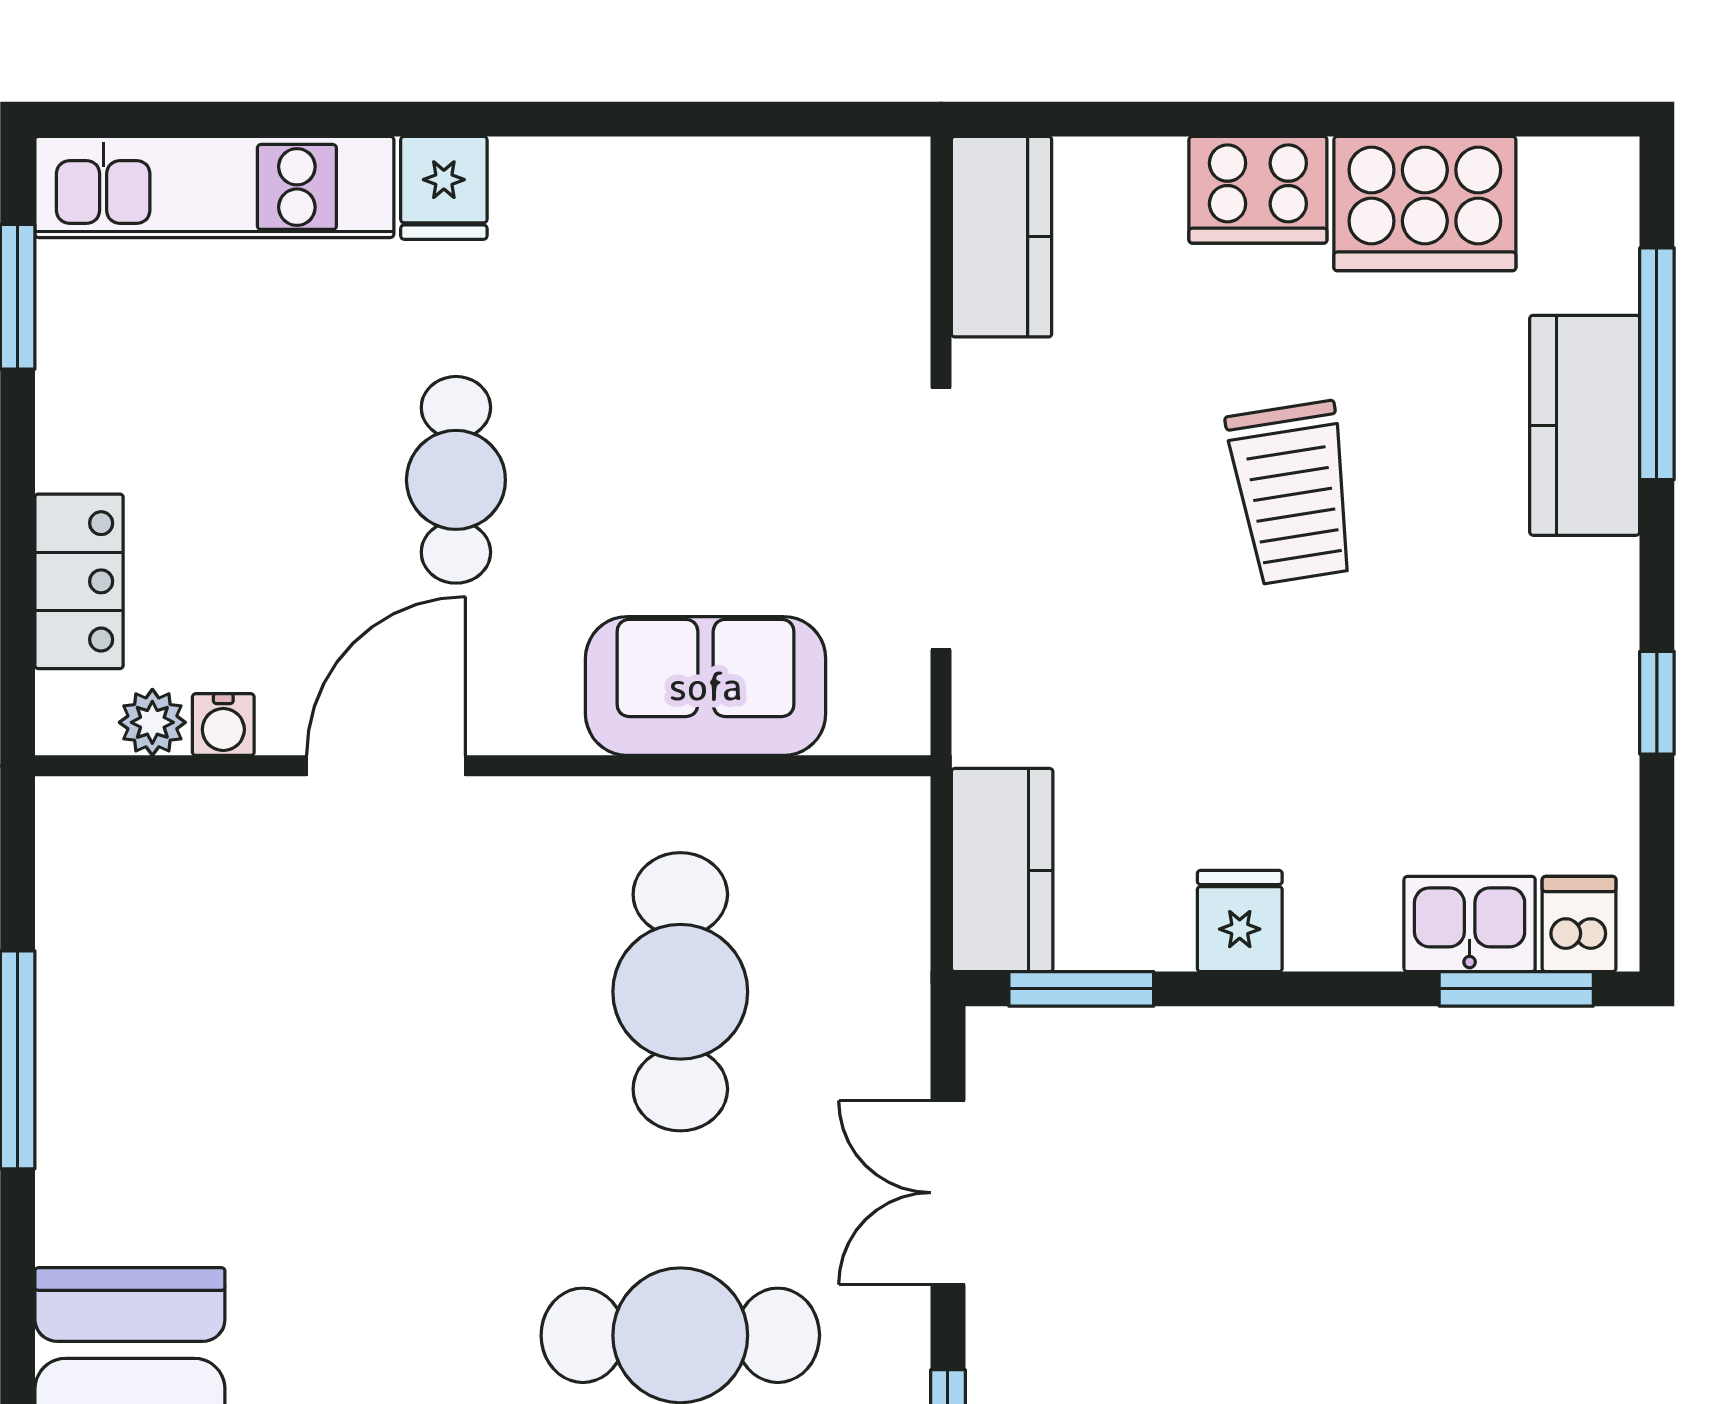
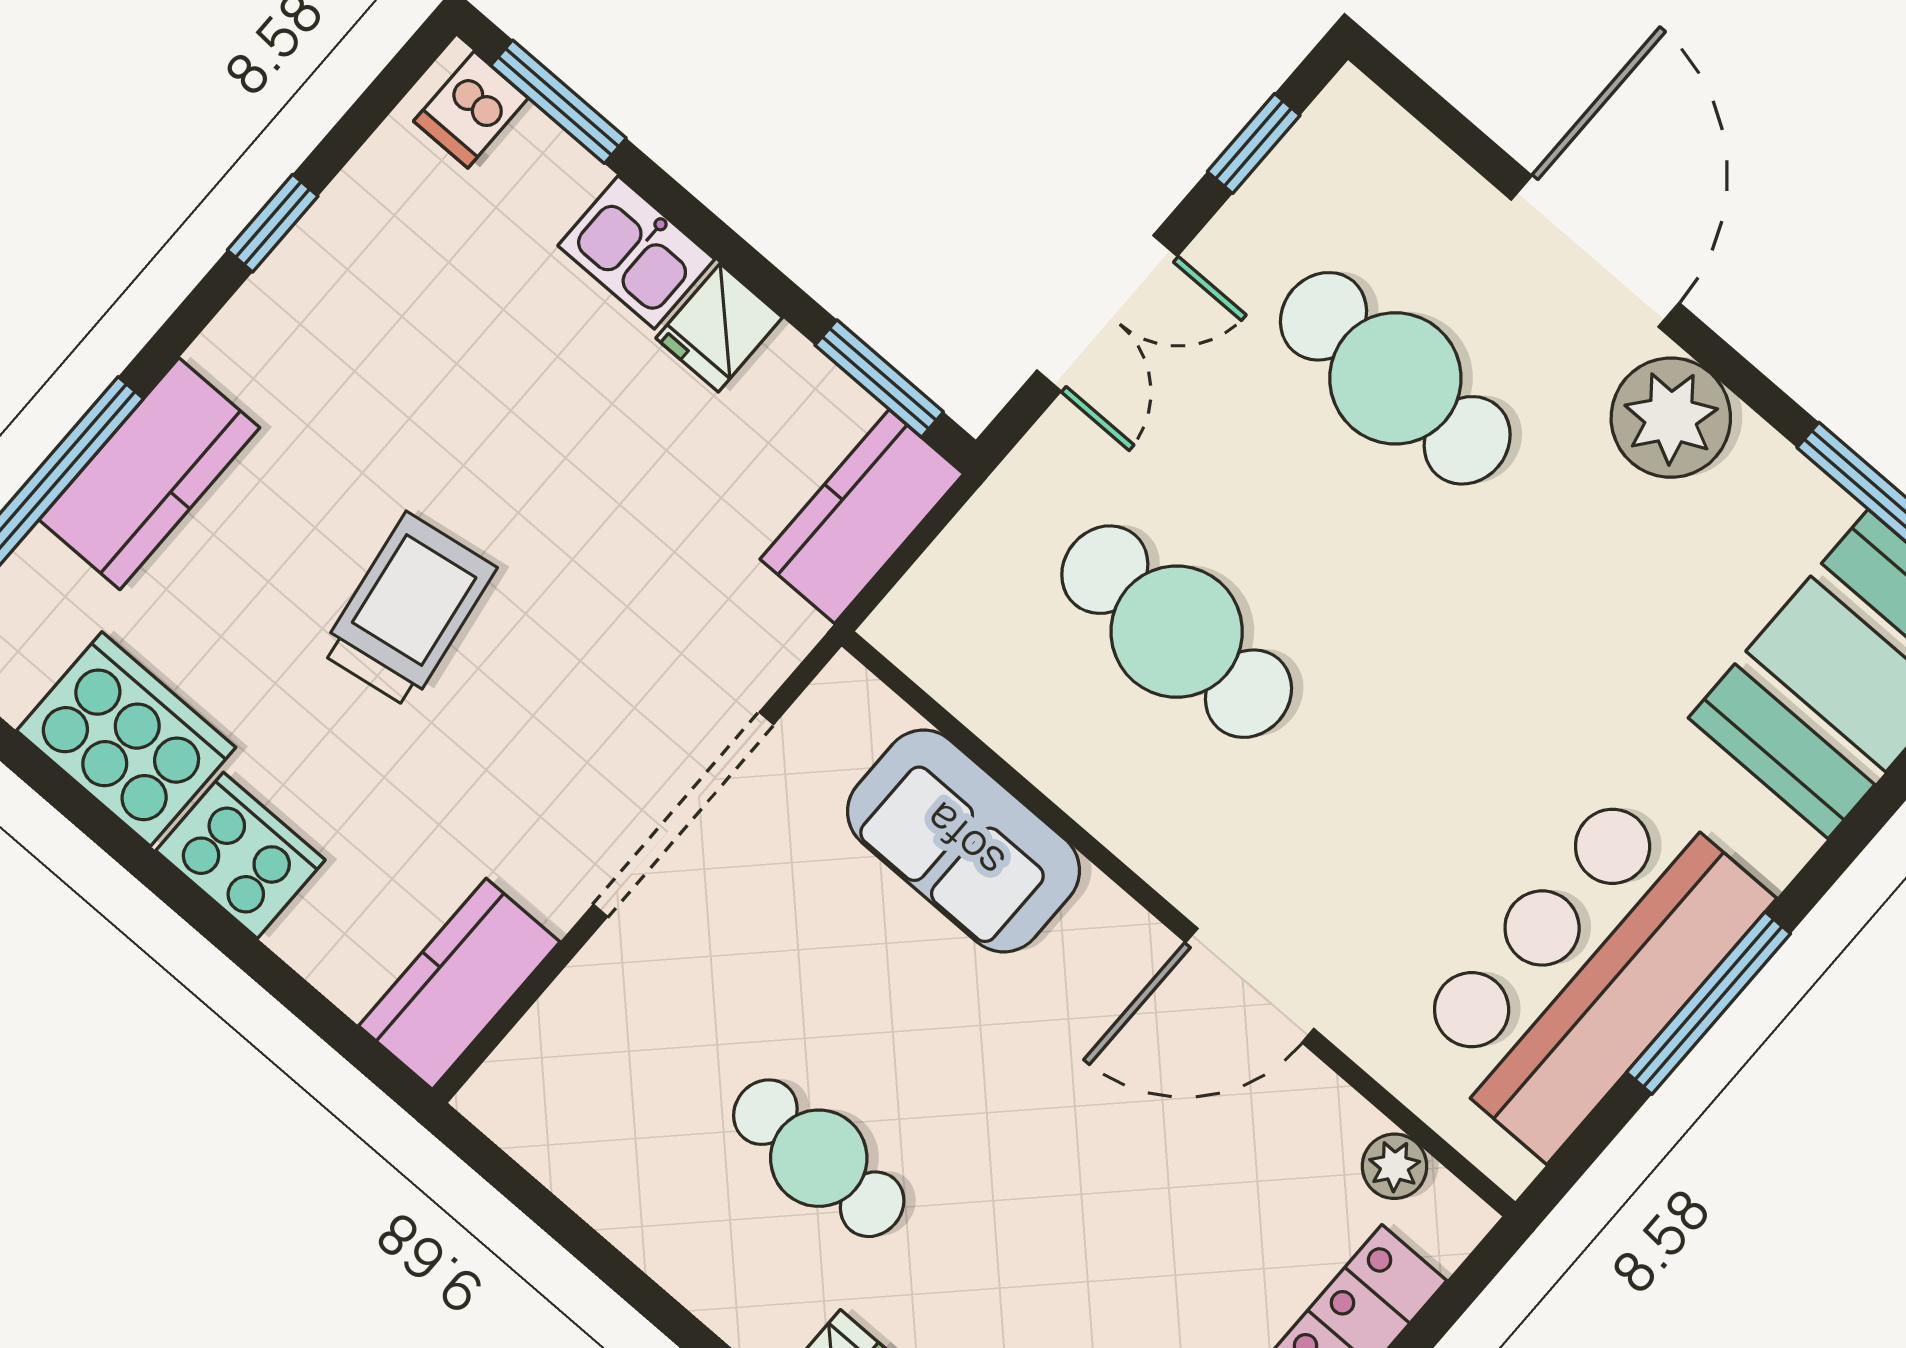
cafe table: (456, 480) -> (819, 1158), moved, turned 90
water cooler: (223, 725) -> (1344, 1119), removed
kitchen sink: (1470, 924) -> (636, 252), moved
cafe table: (680, 992) -> (1177, 632), turned 90
bar counter: (135, 1007) -> (1588, 968), added

